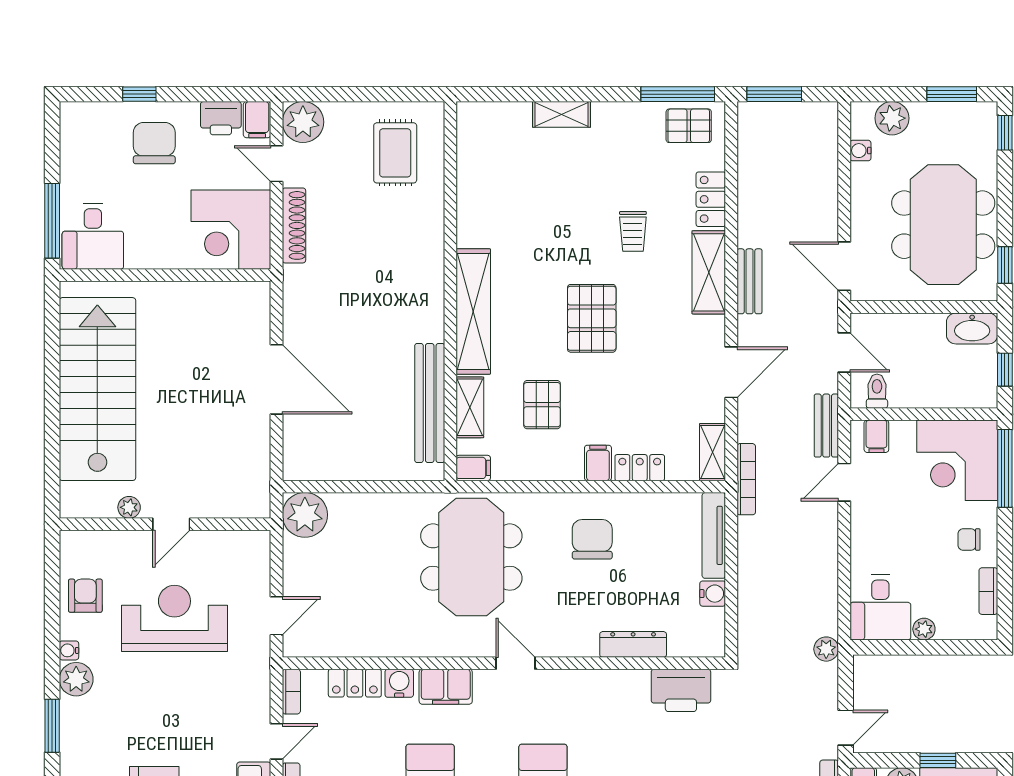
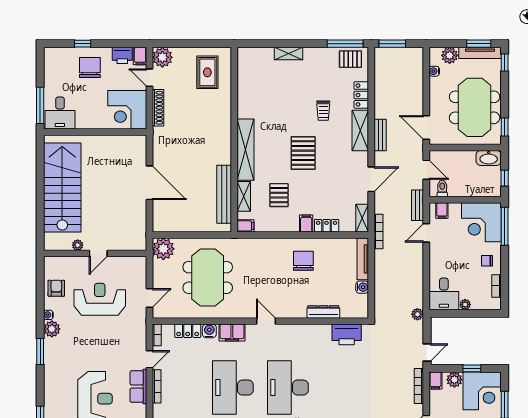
tv unit: (954, 113) -> (480, 53), added
meeting table: (471, 557) -> (208, 277), moved

